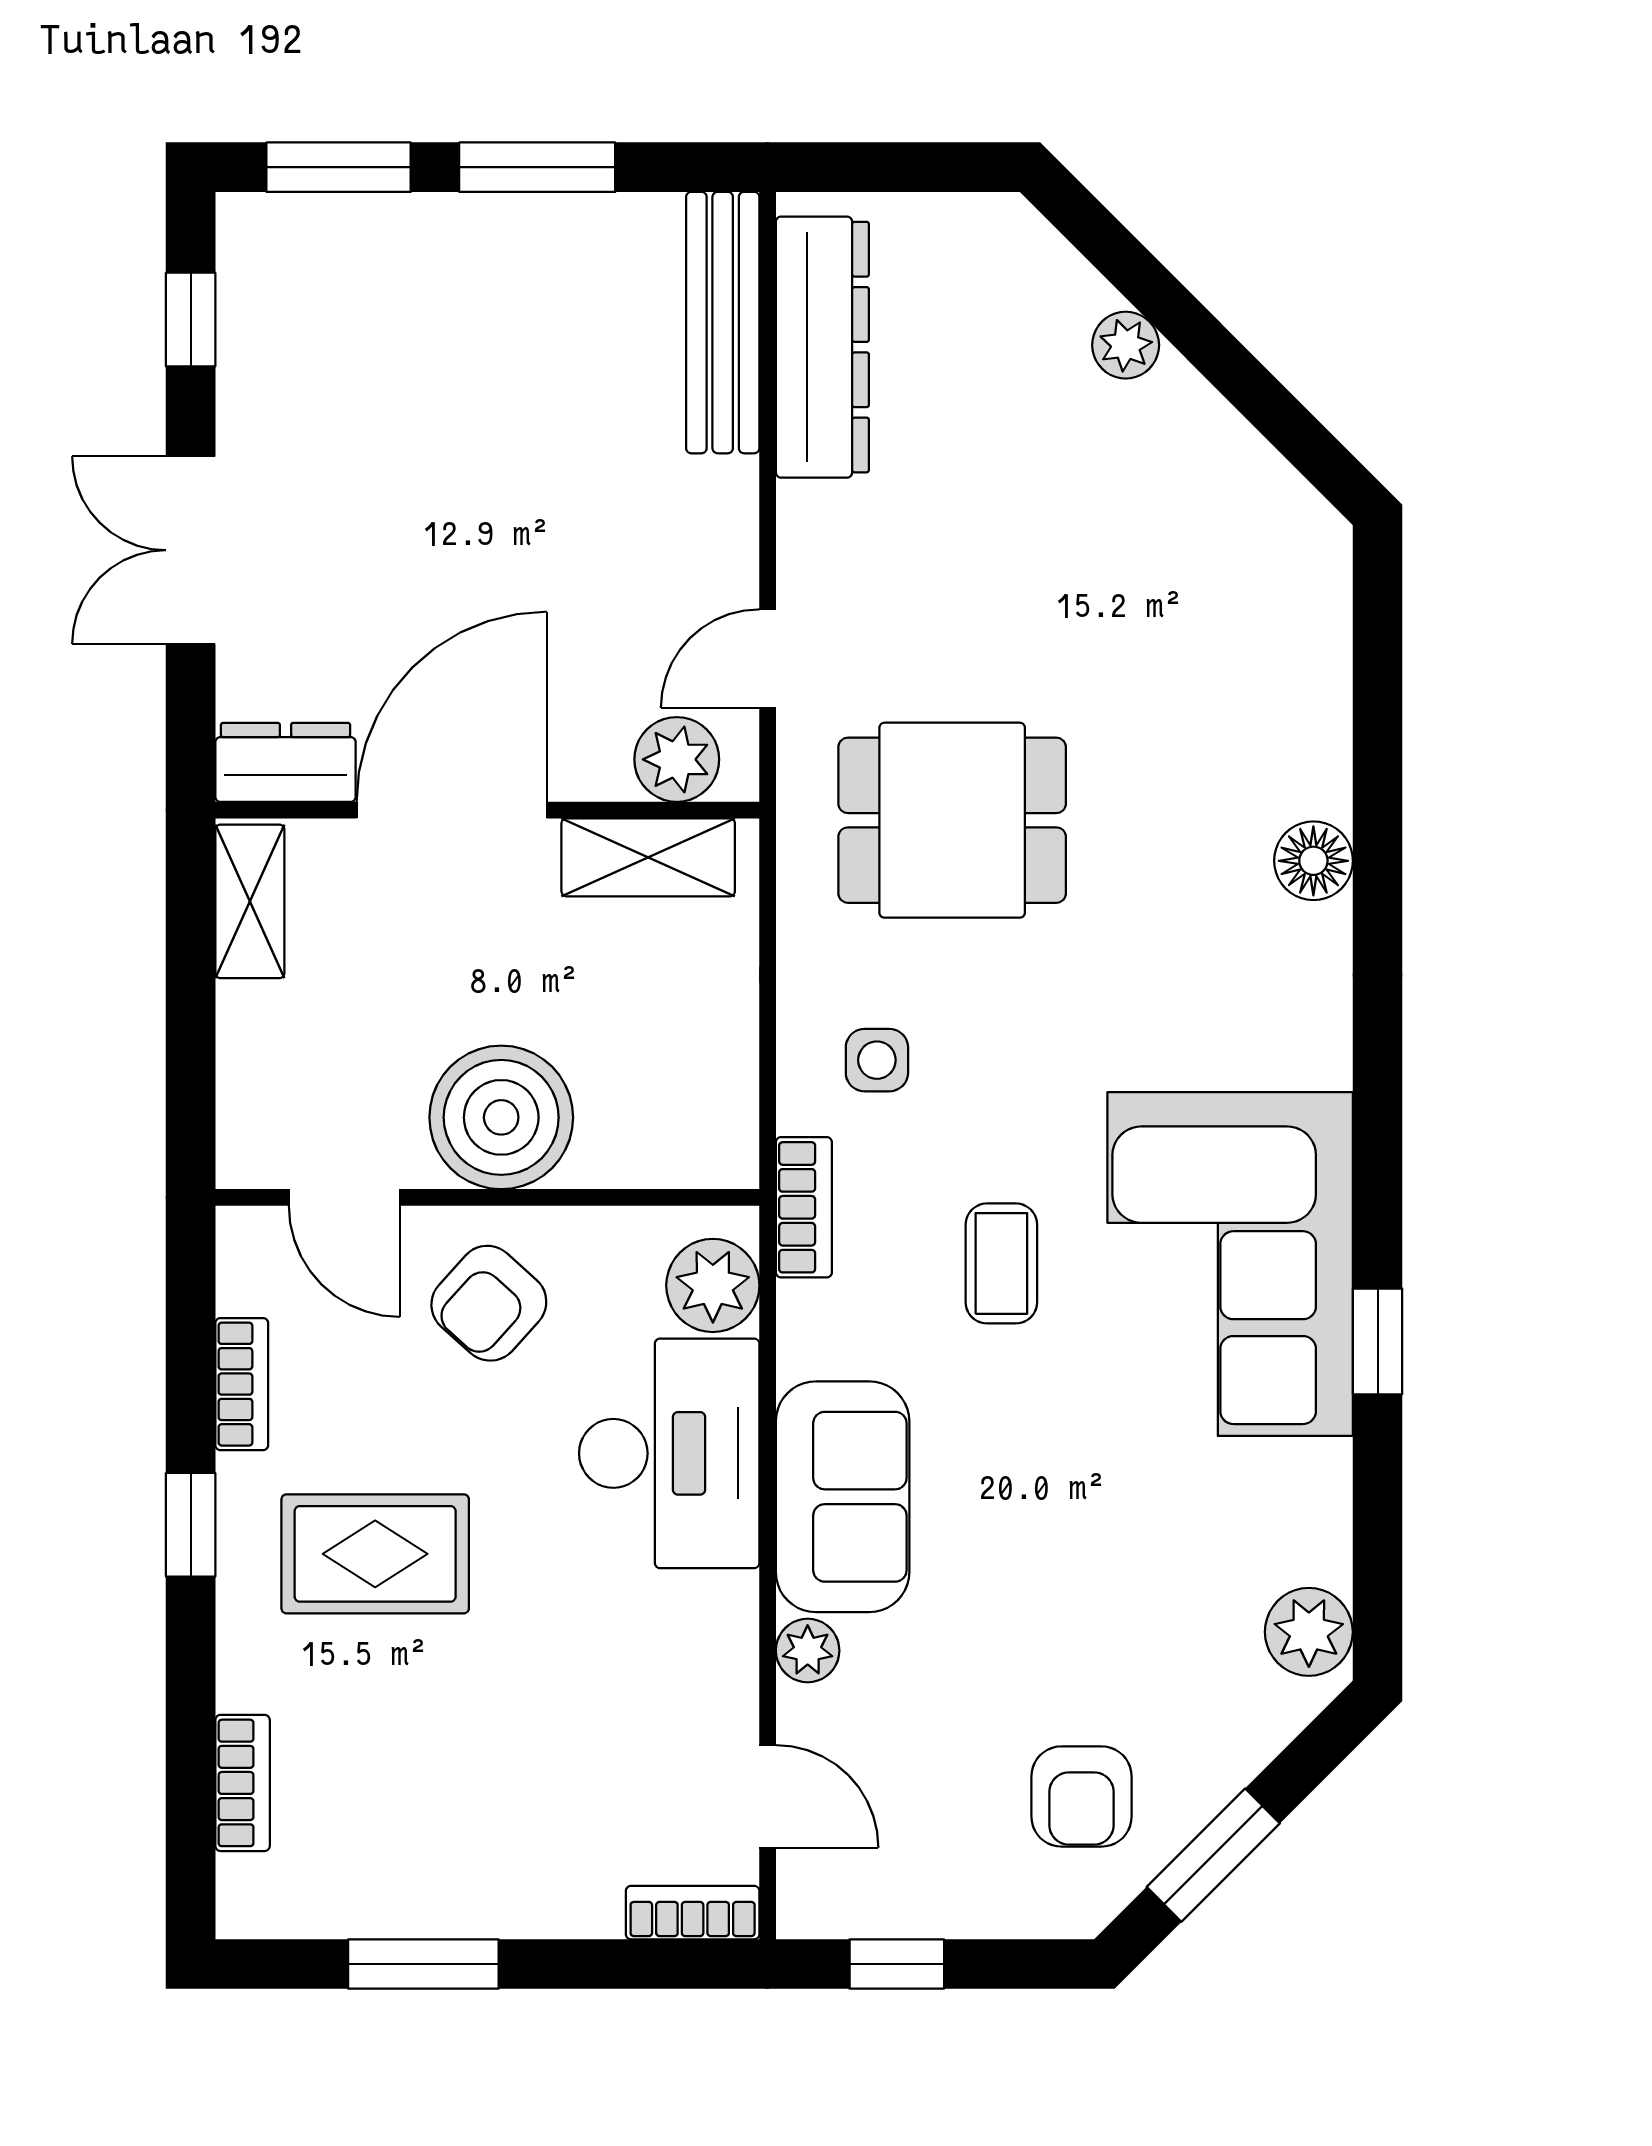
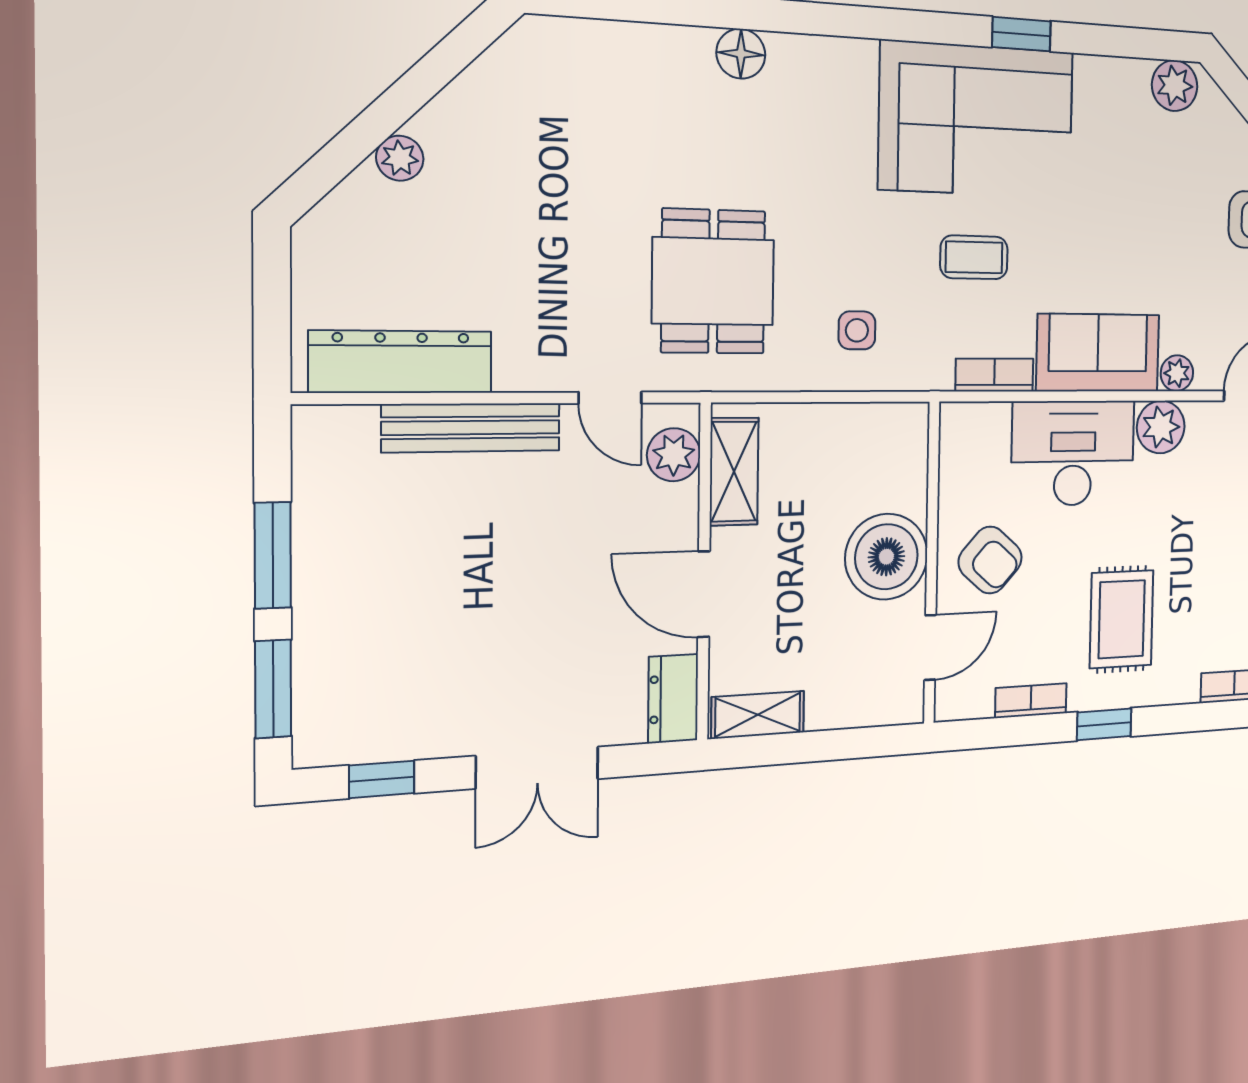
bench: (723, 323) -> (472, 428), moved
door: (452, 810) -> (704, 594), width x0.73
bookcase: (804, 1207) -> (995, 375), moved
plant: (713, 1285) -> (1161, 427), moved

